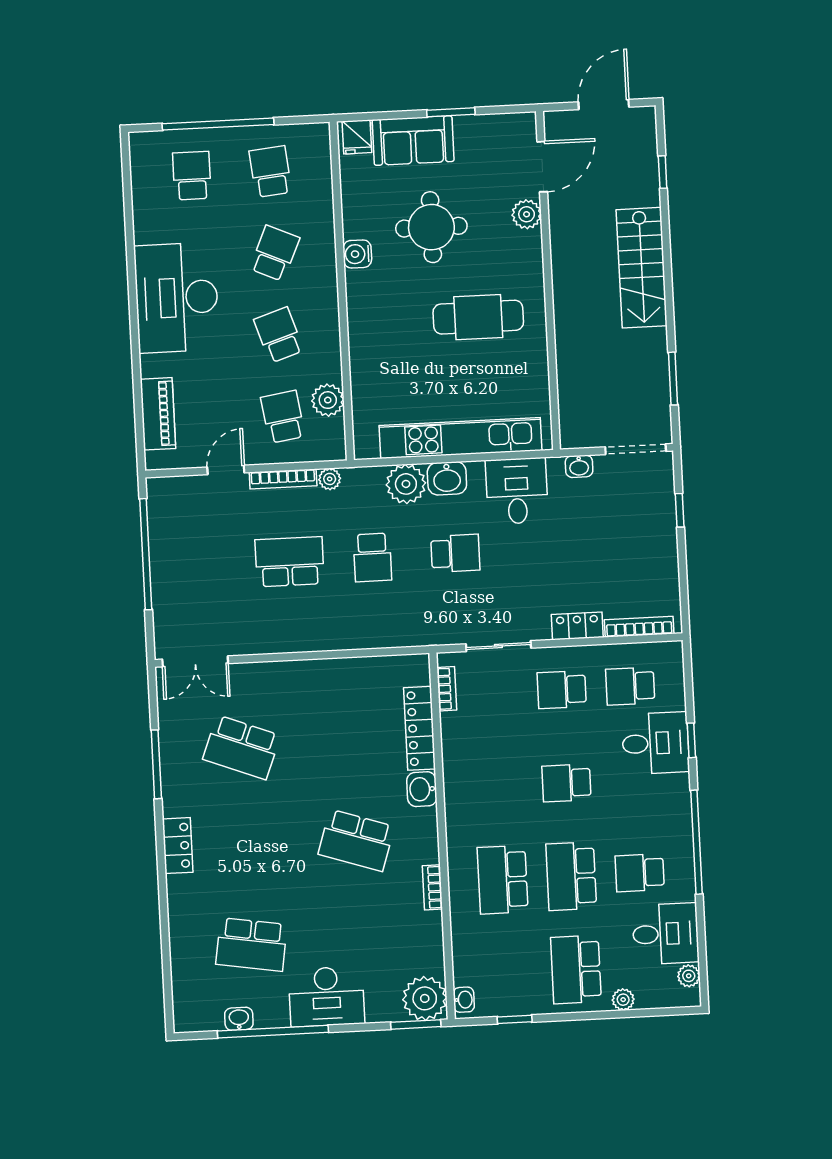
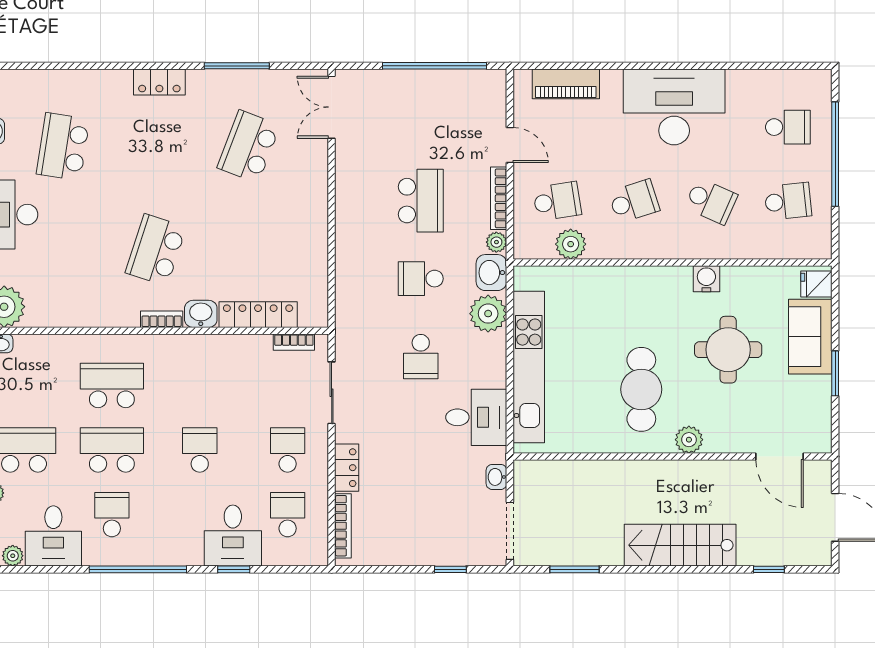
plant: (527, 214) -> (689, 440), moved
washbasin: (447, 478) -> (491, 273), moved
bookcase: (432, 887) -> (162, 319), moved

